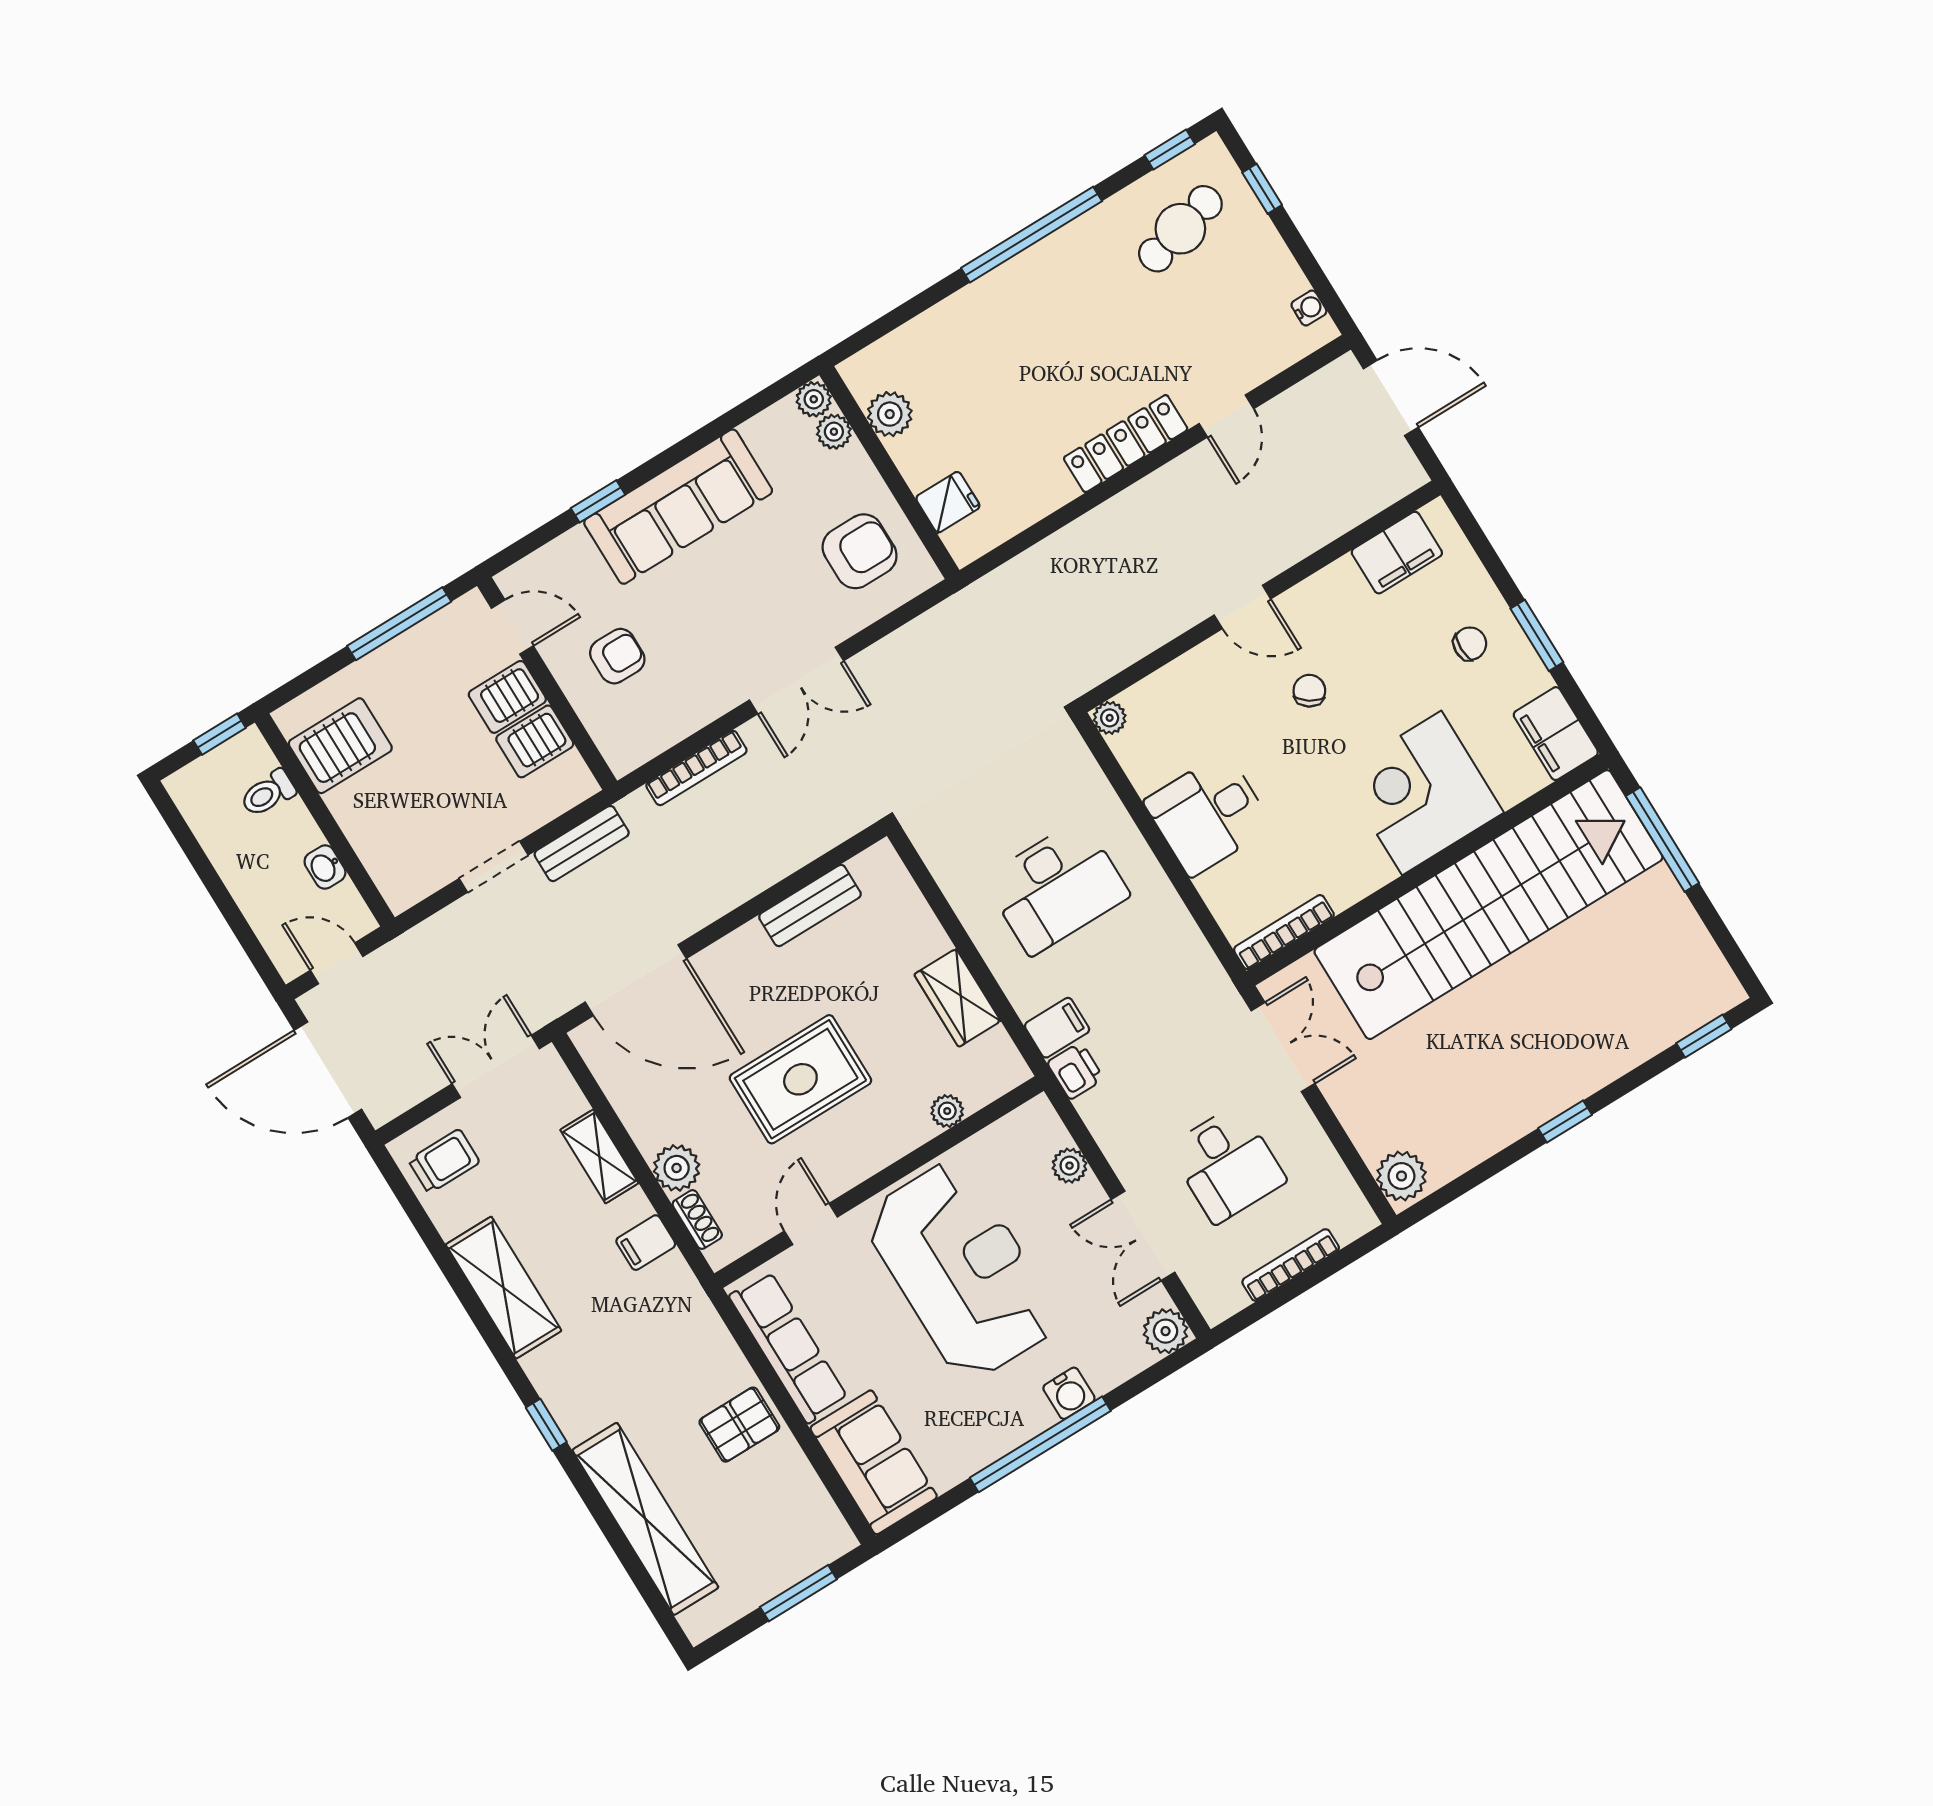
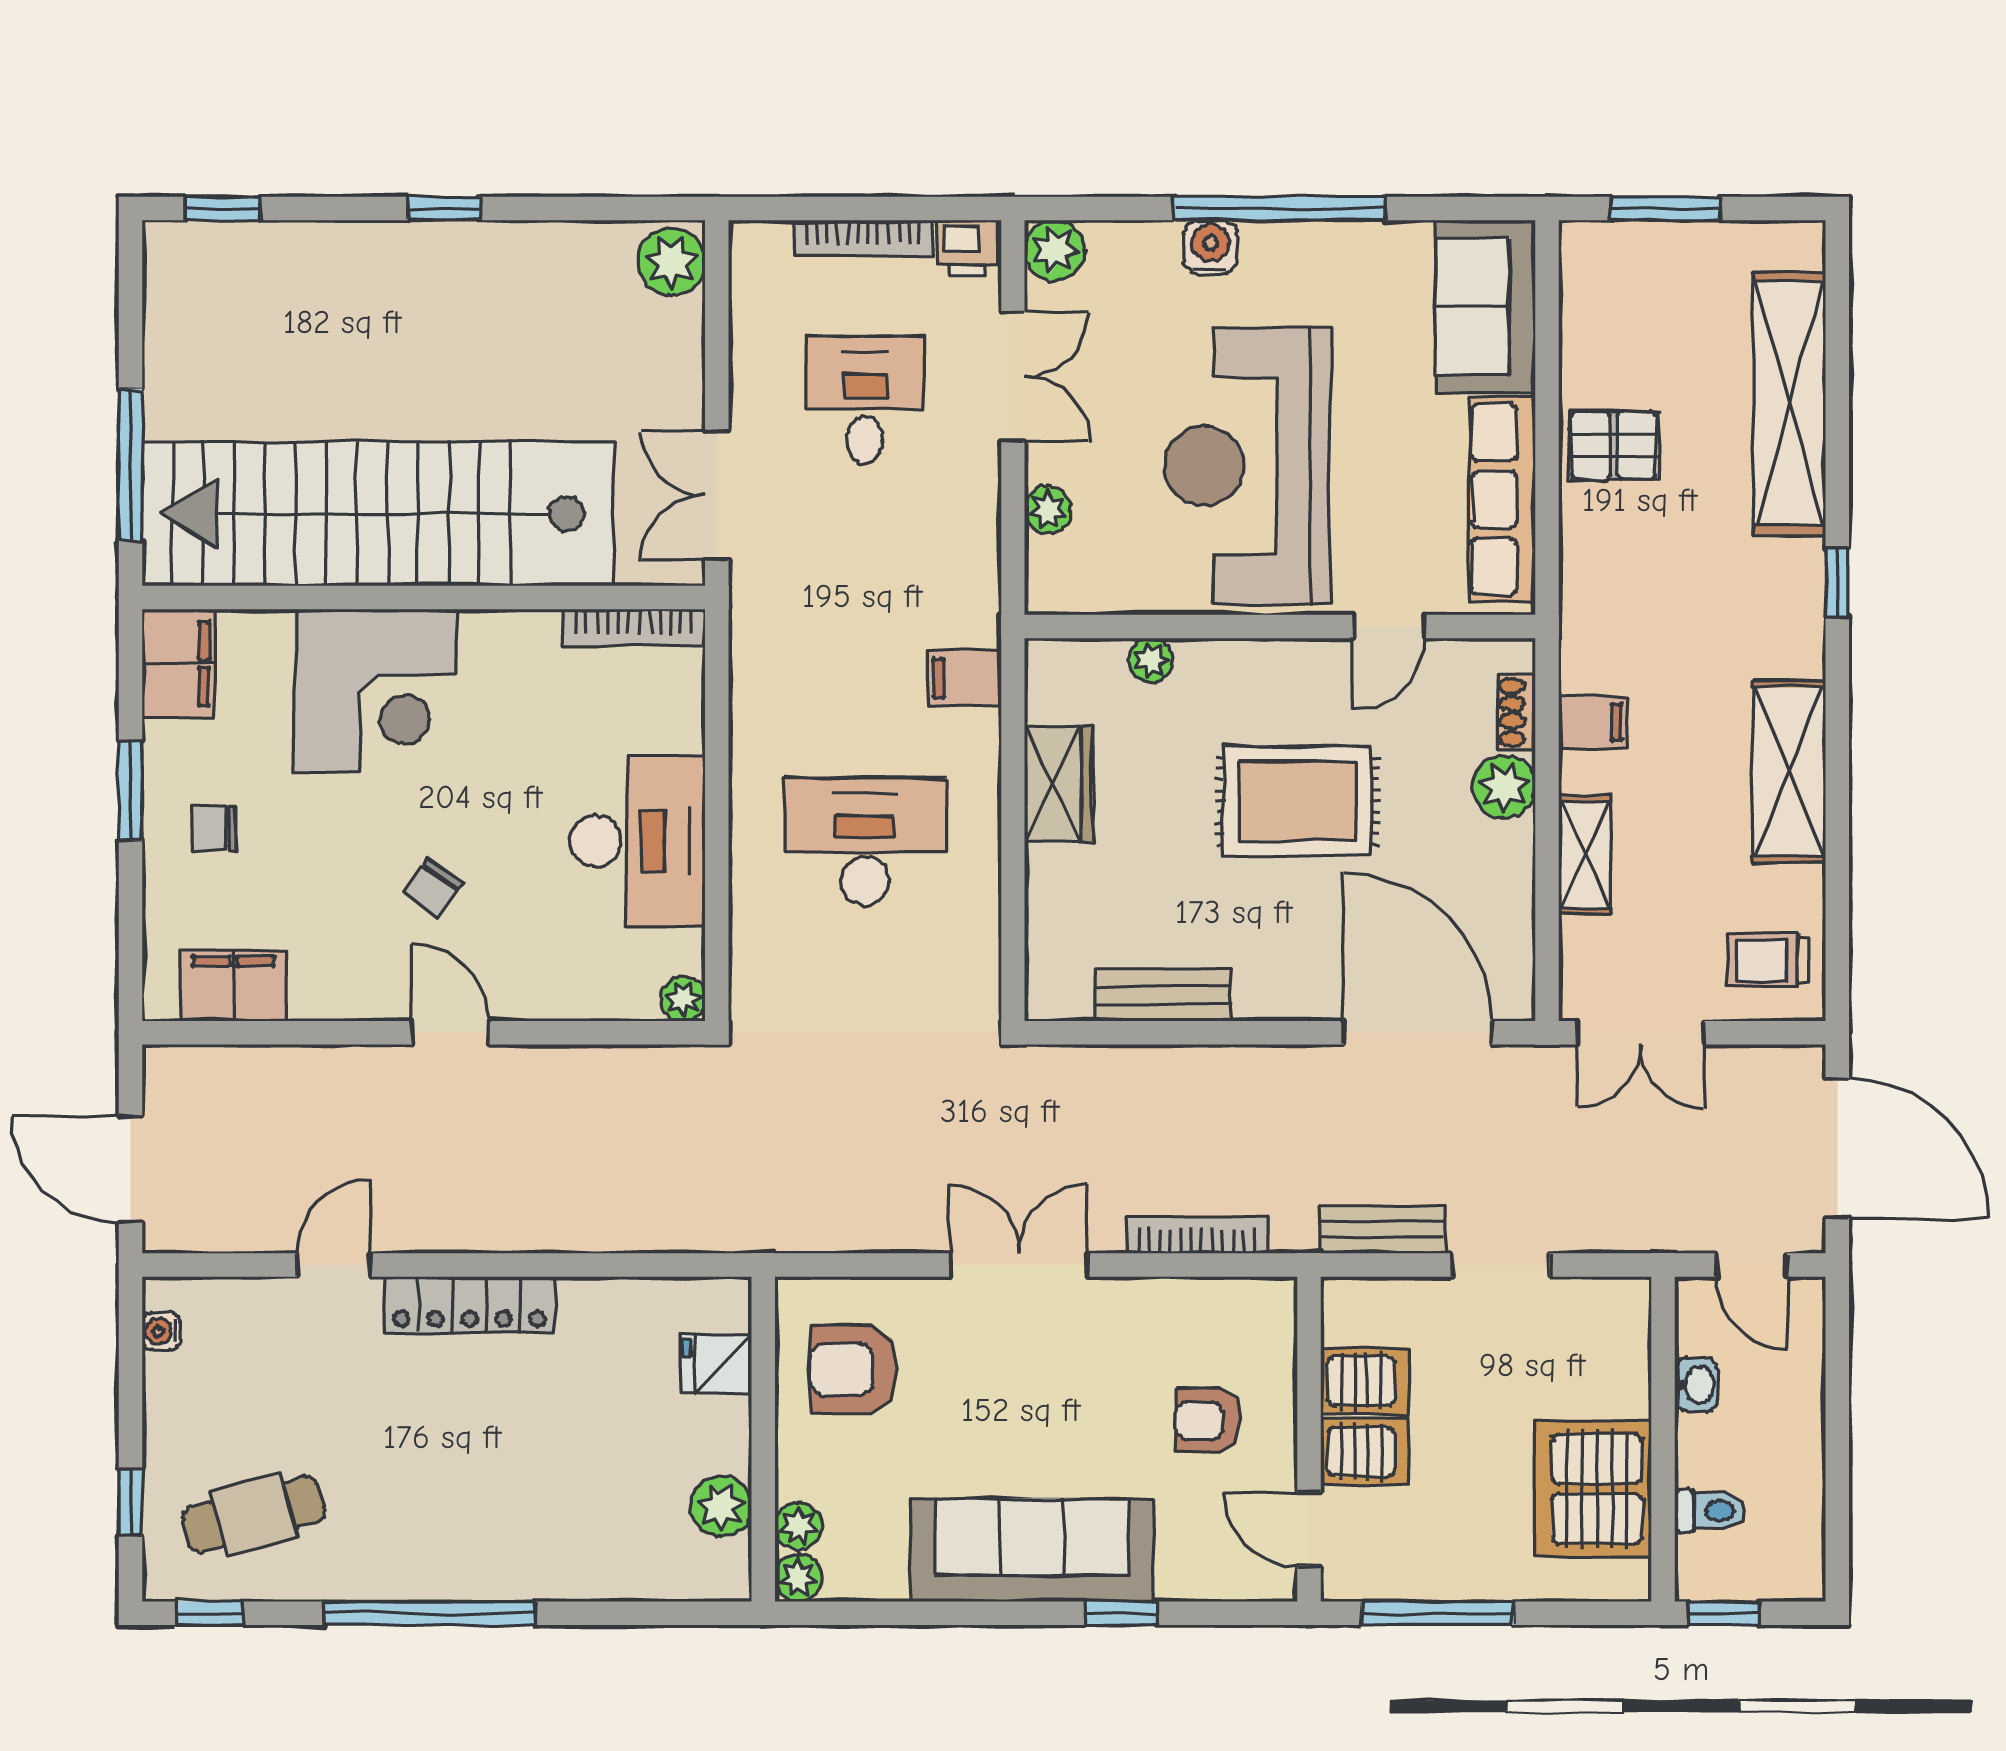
server rack: (340, 746) -> (1592, 1489), width x1.60
desk: (1208, 814) -> (638, 841), width x1.37
printer: (1076, 1071) -> (967, 248), moved, turned -90

